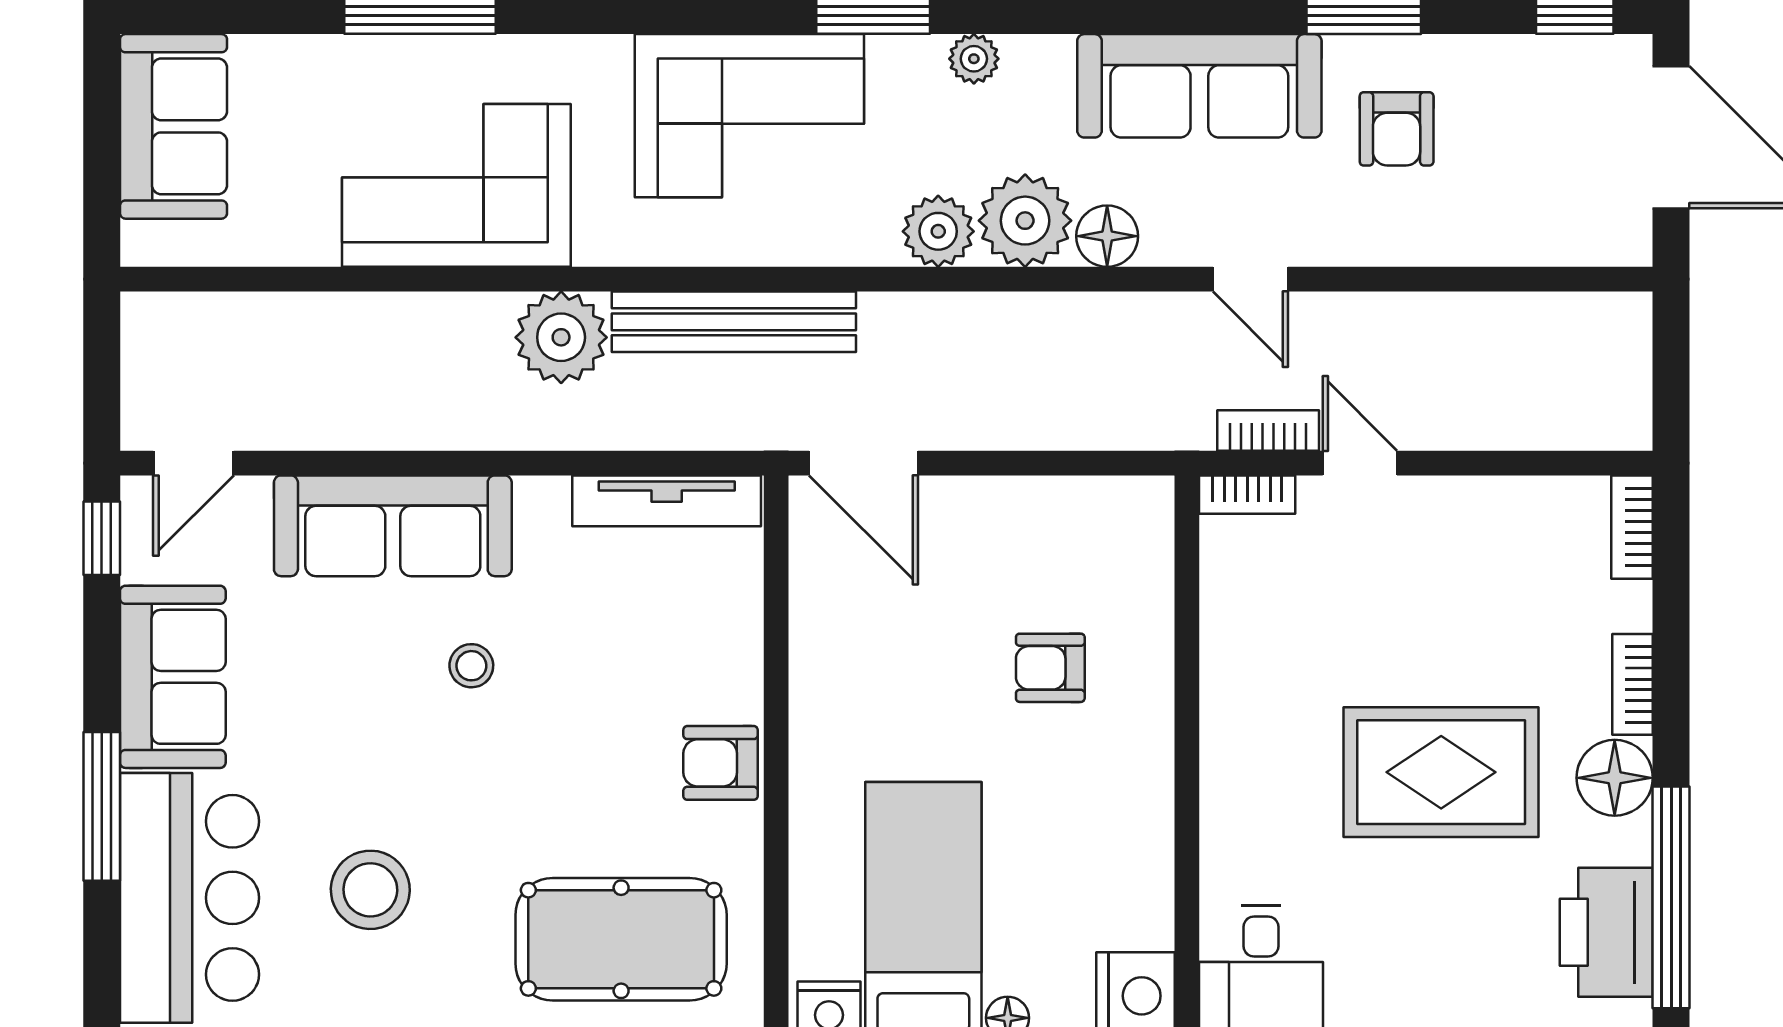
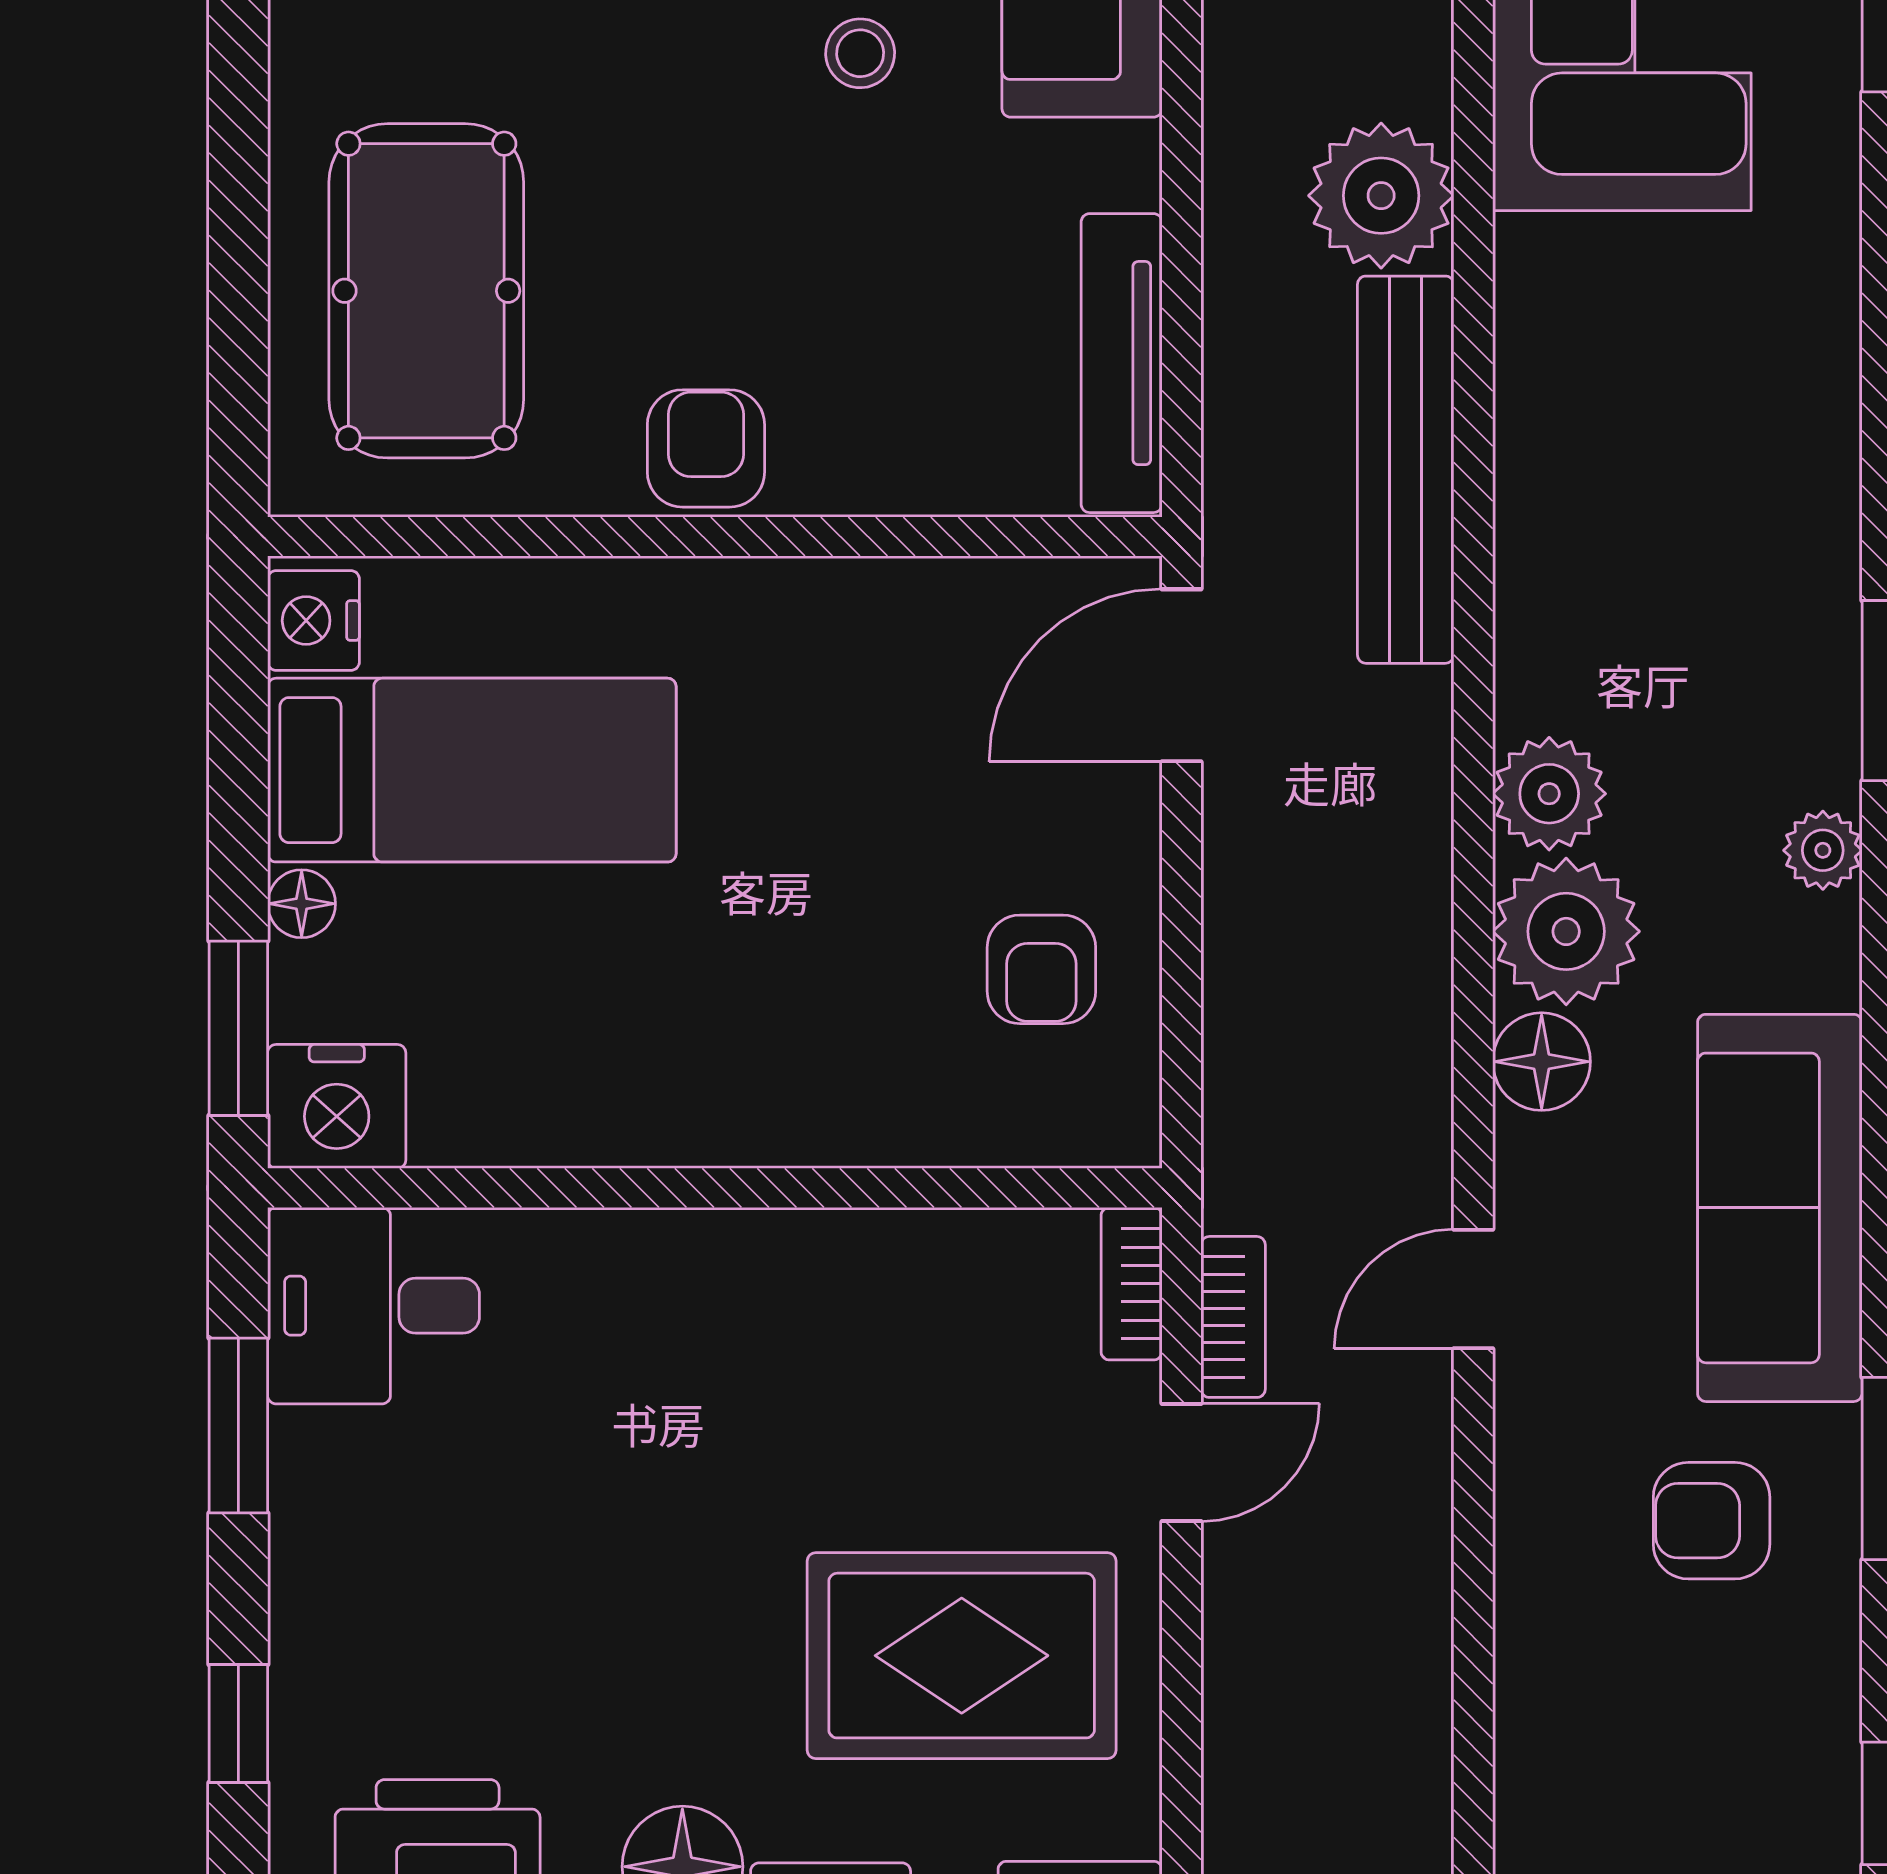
corner sofa: (749, 116) -> (1733, 494), removed
armchair: (1050, 668) -> (1041, 969), moved, turned 180
rug: (1441, 772) -> (962, 1656), moved, turned 90

